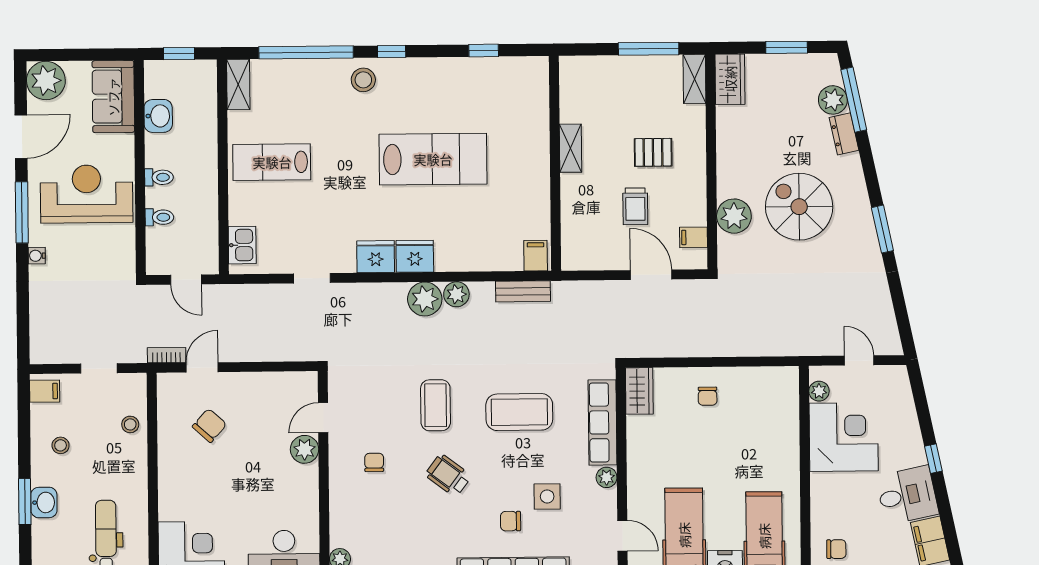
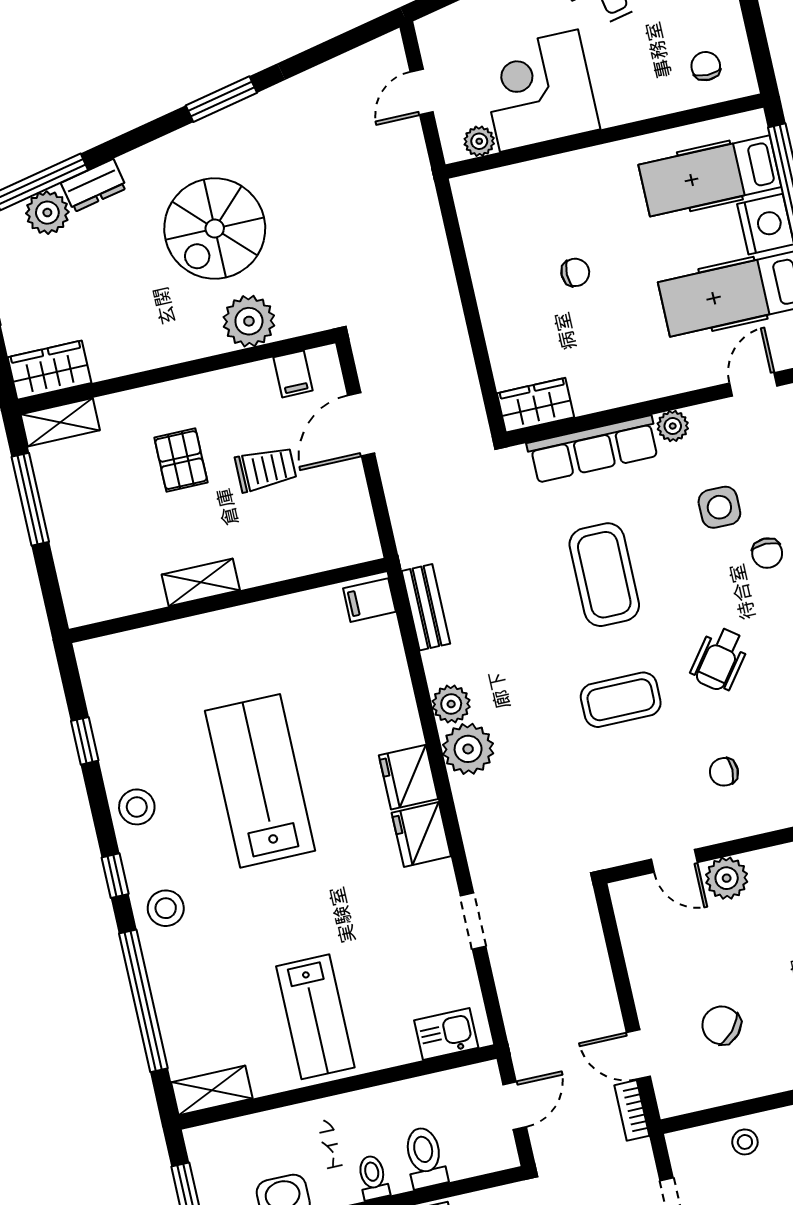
stool: (433, 75) -> (137, 807), added
toilet: (159, 217) -> (425, 1157), width x1.37, depth x1.39
chair: (708, 396) -> (575, 272), moved

